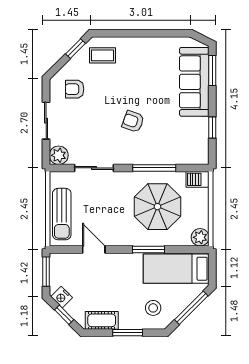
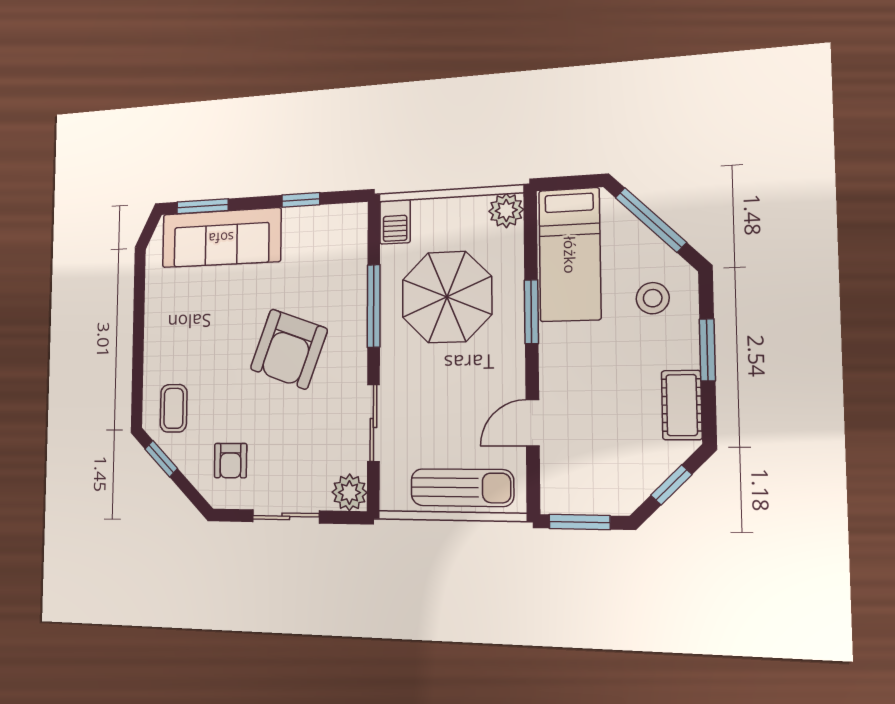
armchair: (133, 121) -> (289, 349), width x1.88, depth x1.88
nightstand: (62, 297) -> (633, 490), removed

